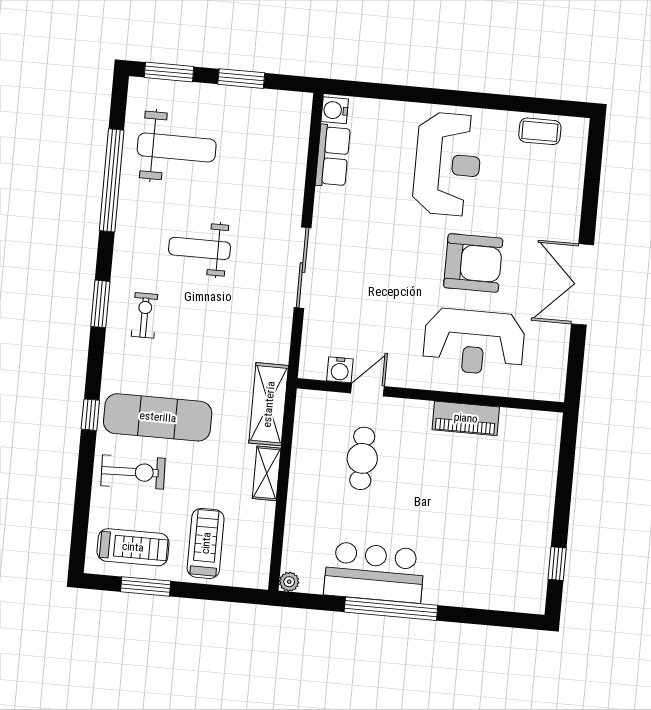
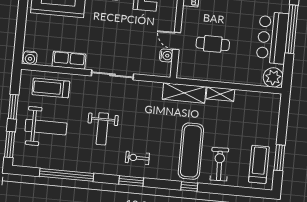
weight bench: (177, 148) -> (46, 127), moved, turned 90
row of seats: (333, 156) -> (69, 60), moved
treadmill: (206, 543) -> (51, 88), moved
plant: (289, 582) -> (273, 77), width x1.88, depth x1.88

